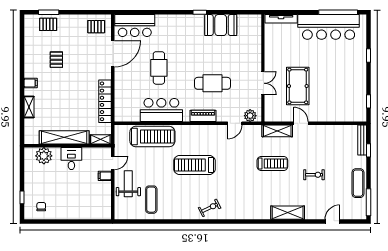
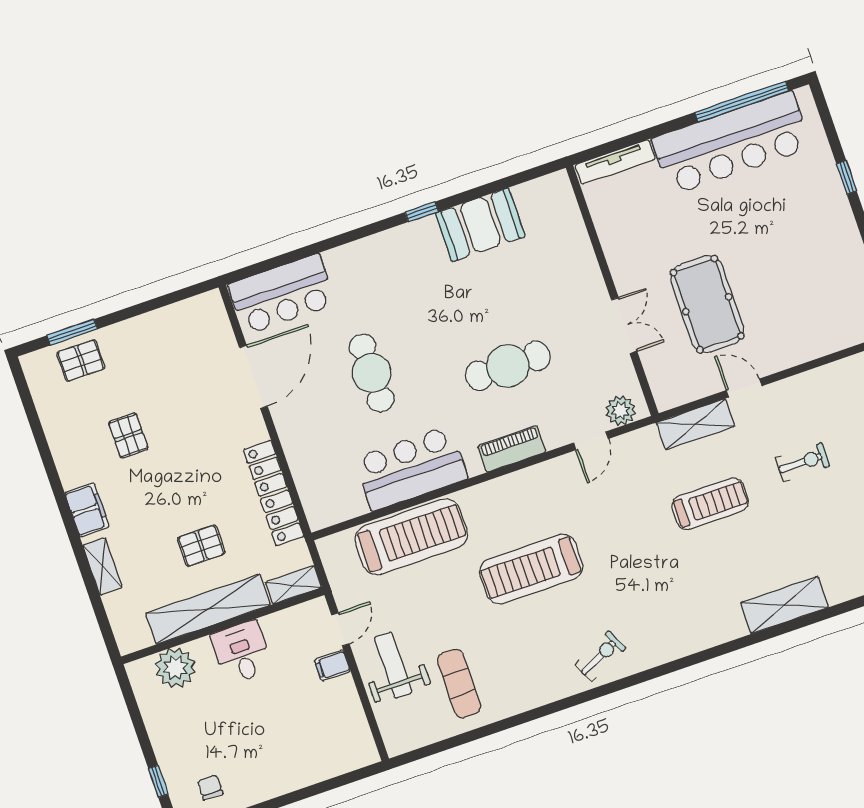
pallet: (96, 27) -> (201, 546), moved
filing cabinet: (31, 83) -> (87, 510), width x2.00
exercise bike: (314, 175) -> (803, 462), moved

